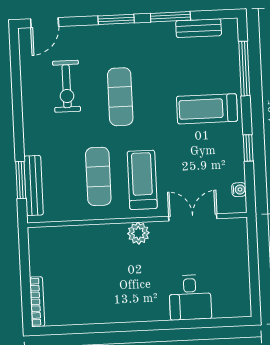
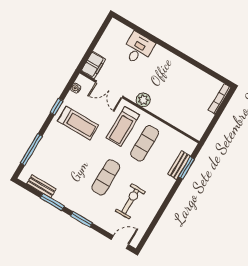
treadmill: (207, 109) -> (78, 123), moved
bench: (34, 185) -> (179, 165), width x0.73
filing cabinet: (236, 236) -> (93, 65), added

